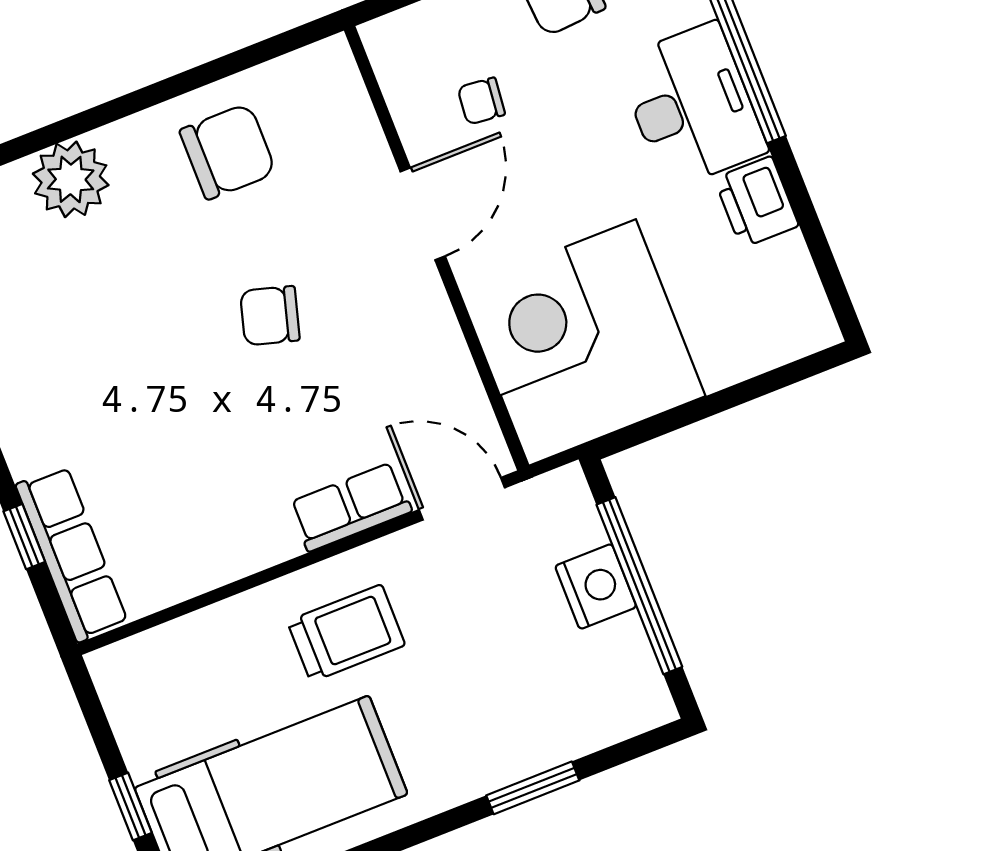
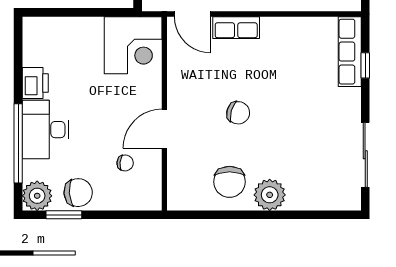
chair: (228, 151) -> (230, 182), turned -90
plant: (71, 179) -> (270, 195), moved
corner desk: (582, 342) -> (133, 45), width x0.74, depth x0.74

